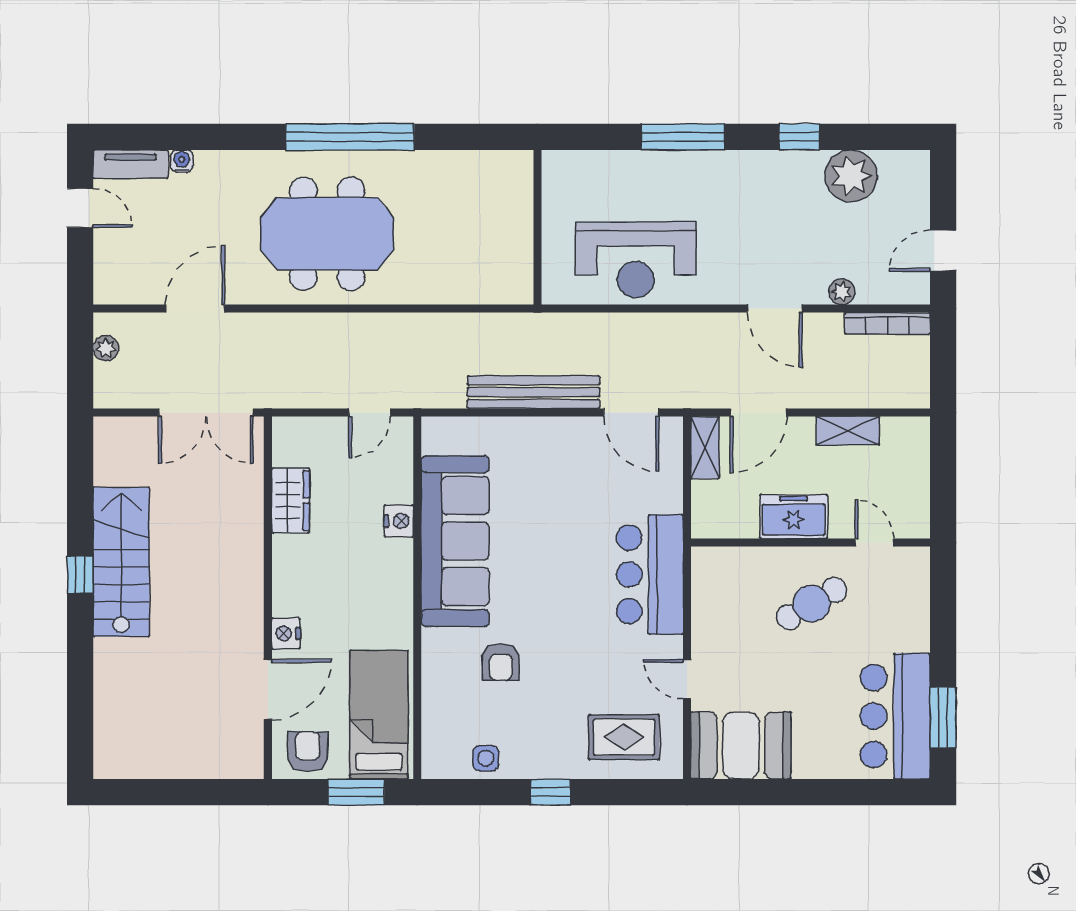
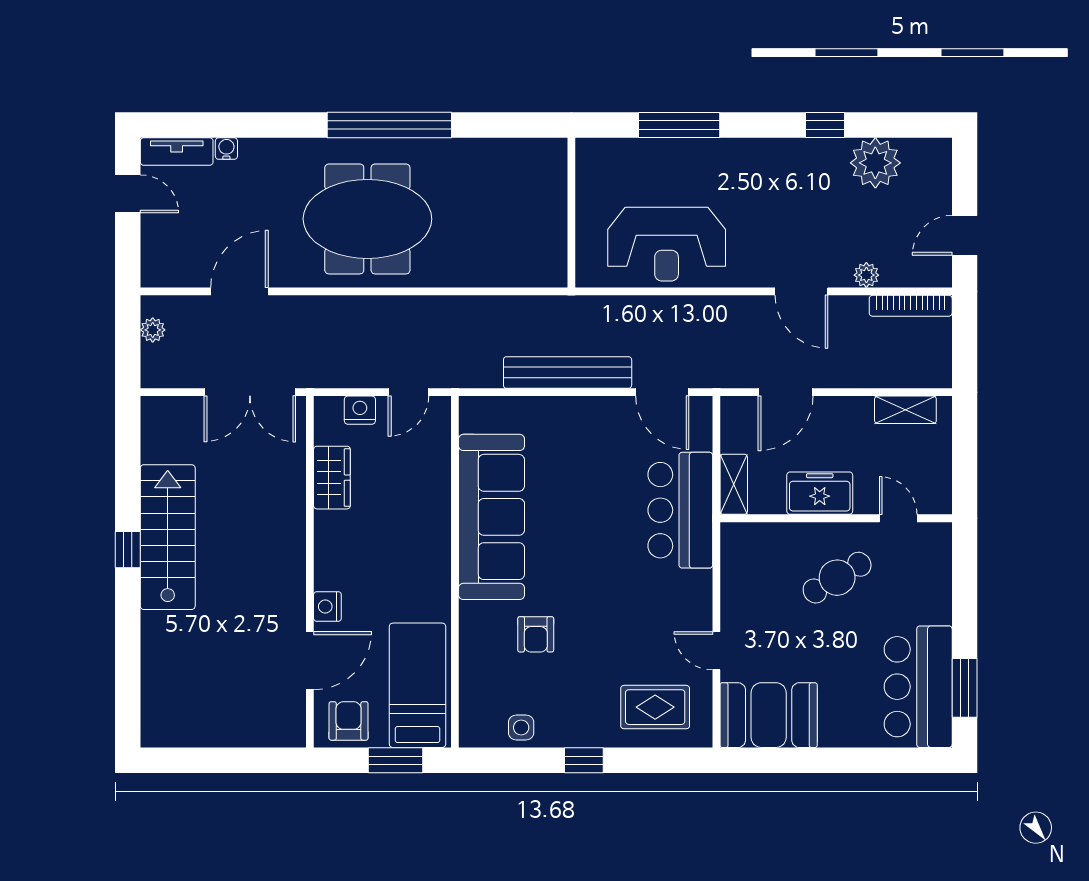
window: (683, 137) -> (679, 125), moved
shelving: (848, 431) -> (905, 410), moved
shelving: (705, 448) -> (734, 484), moved
nightstand: (399, 521) -> (360, 410), moved, turned -90
bar counter: (650, 574) -> (680, 510), moved

